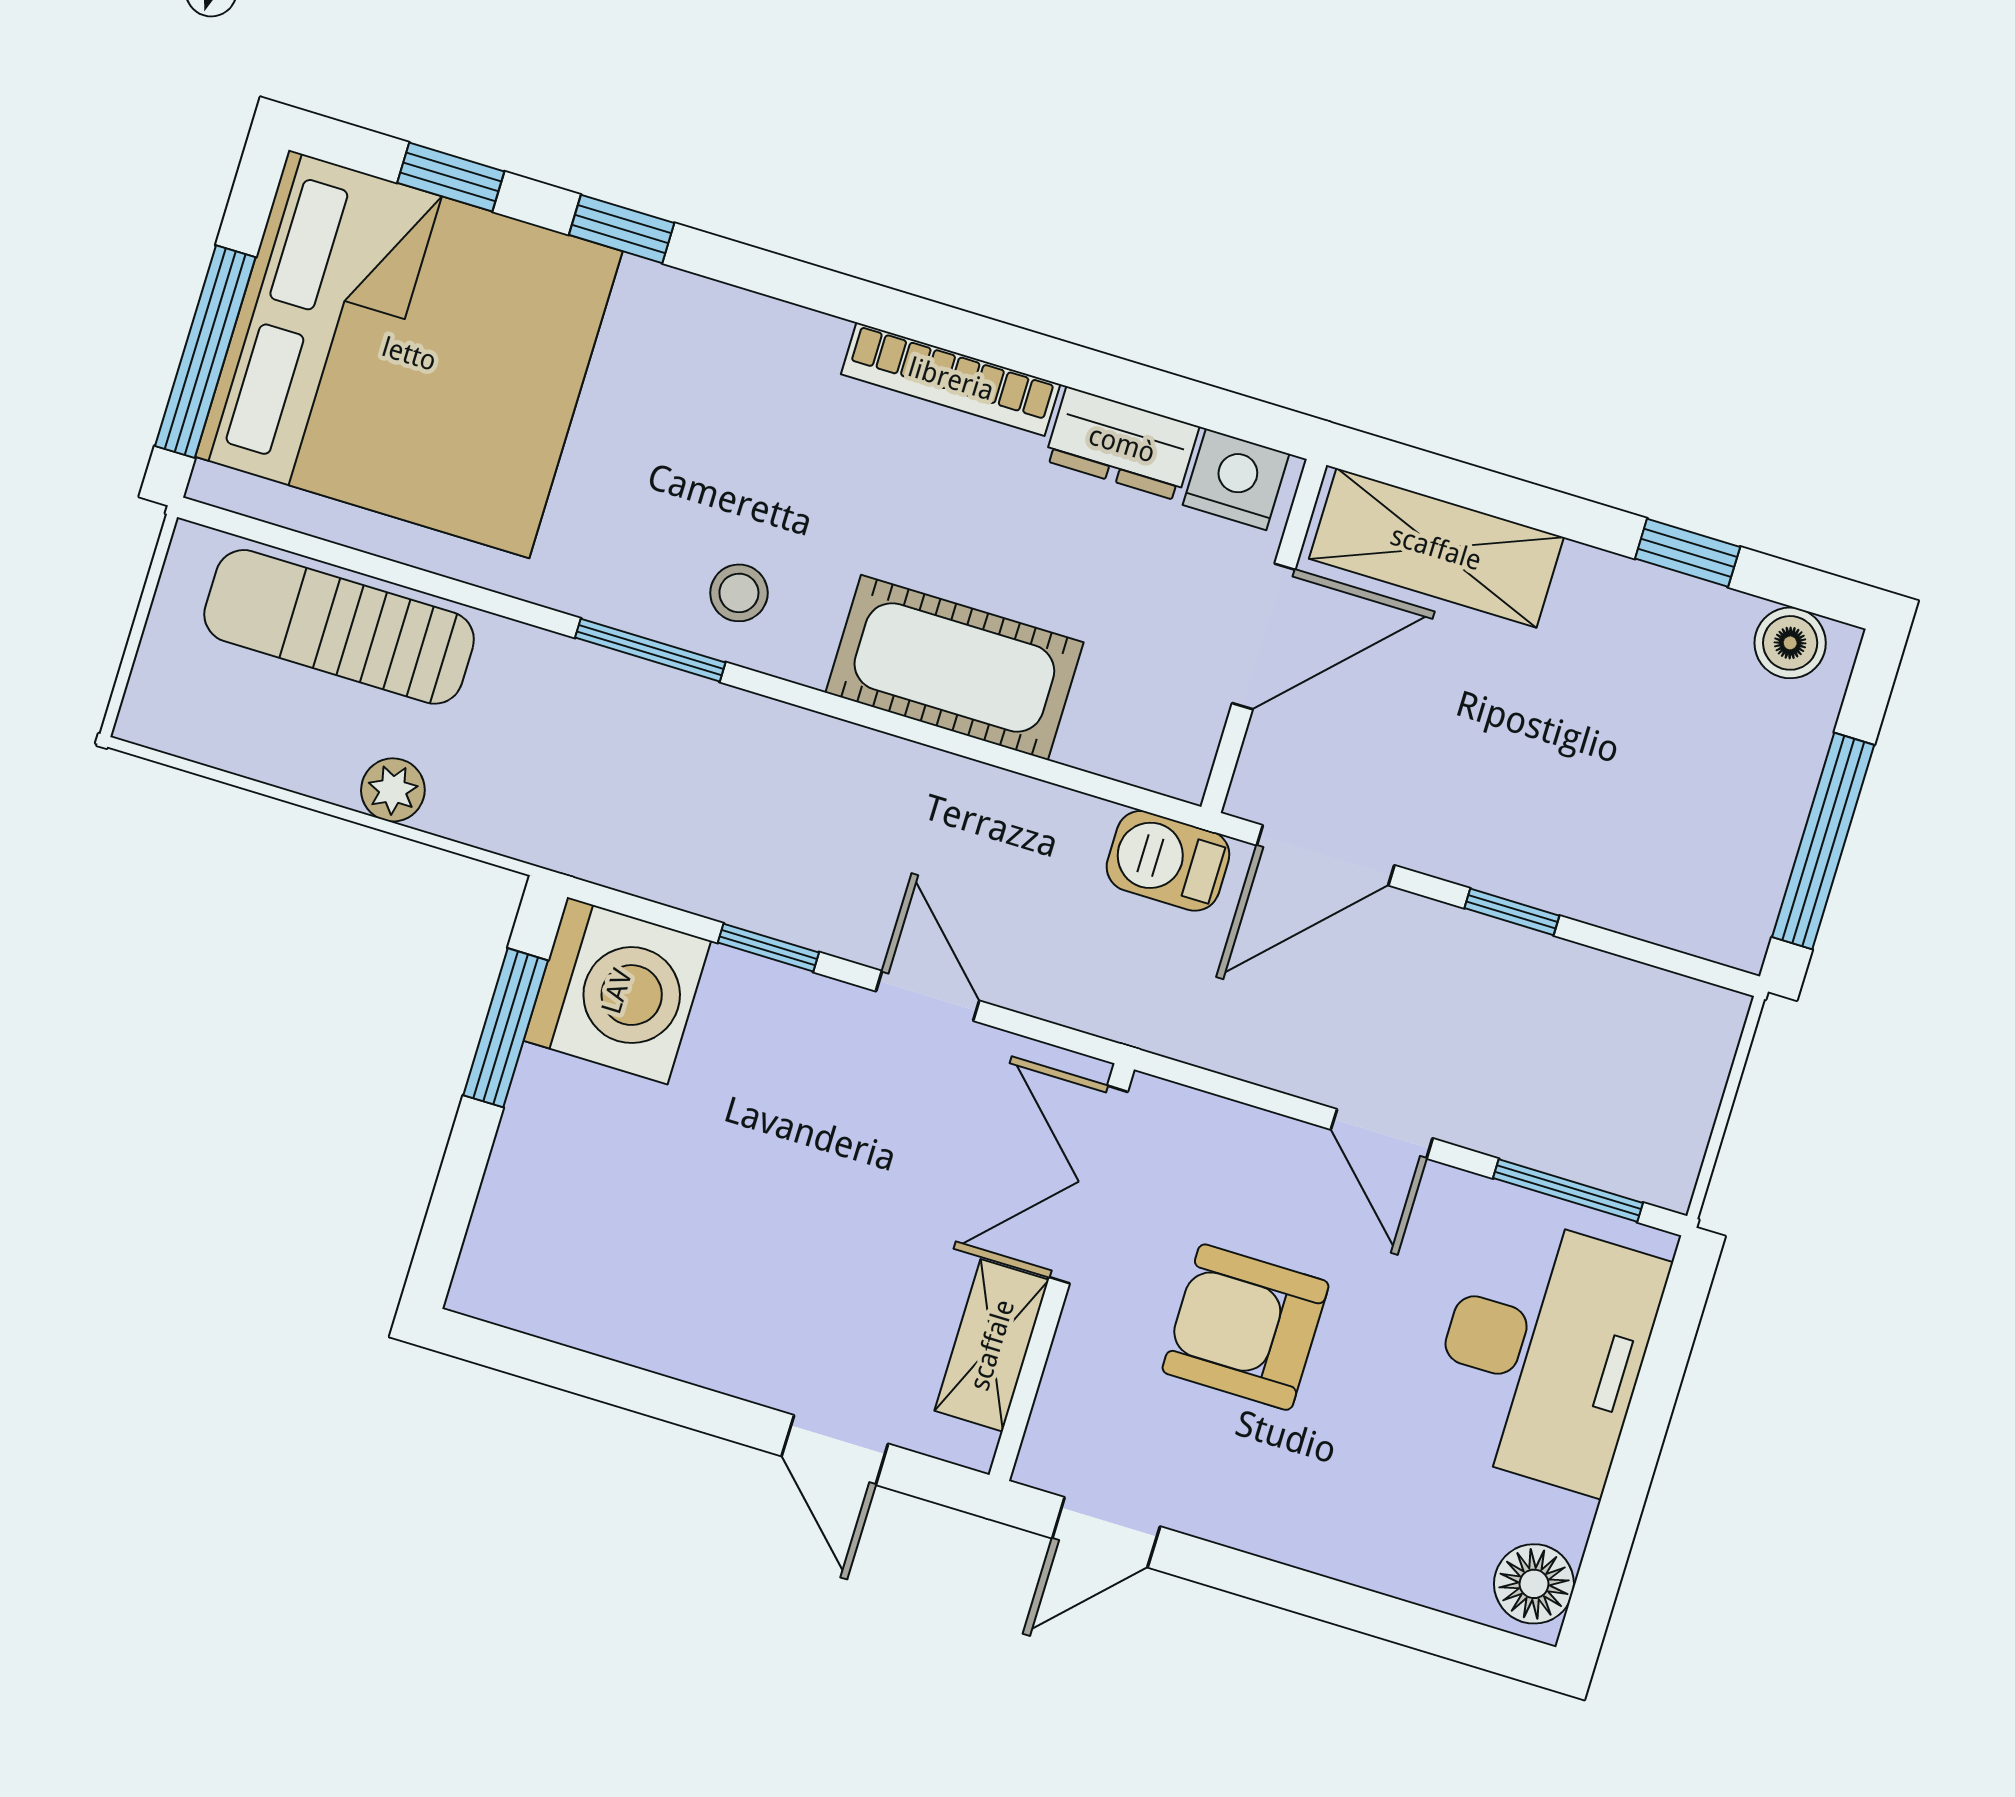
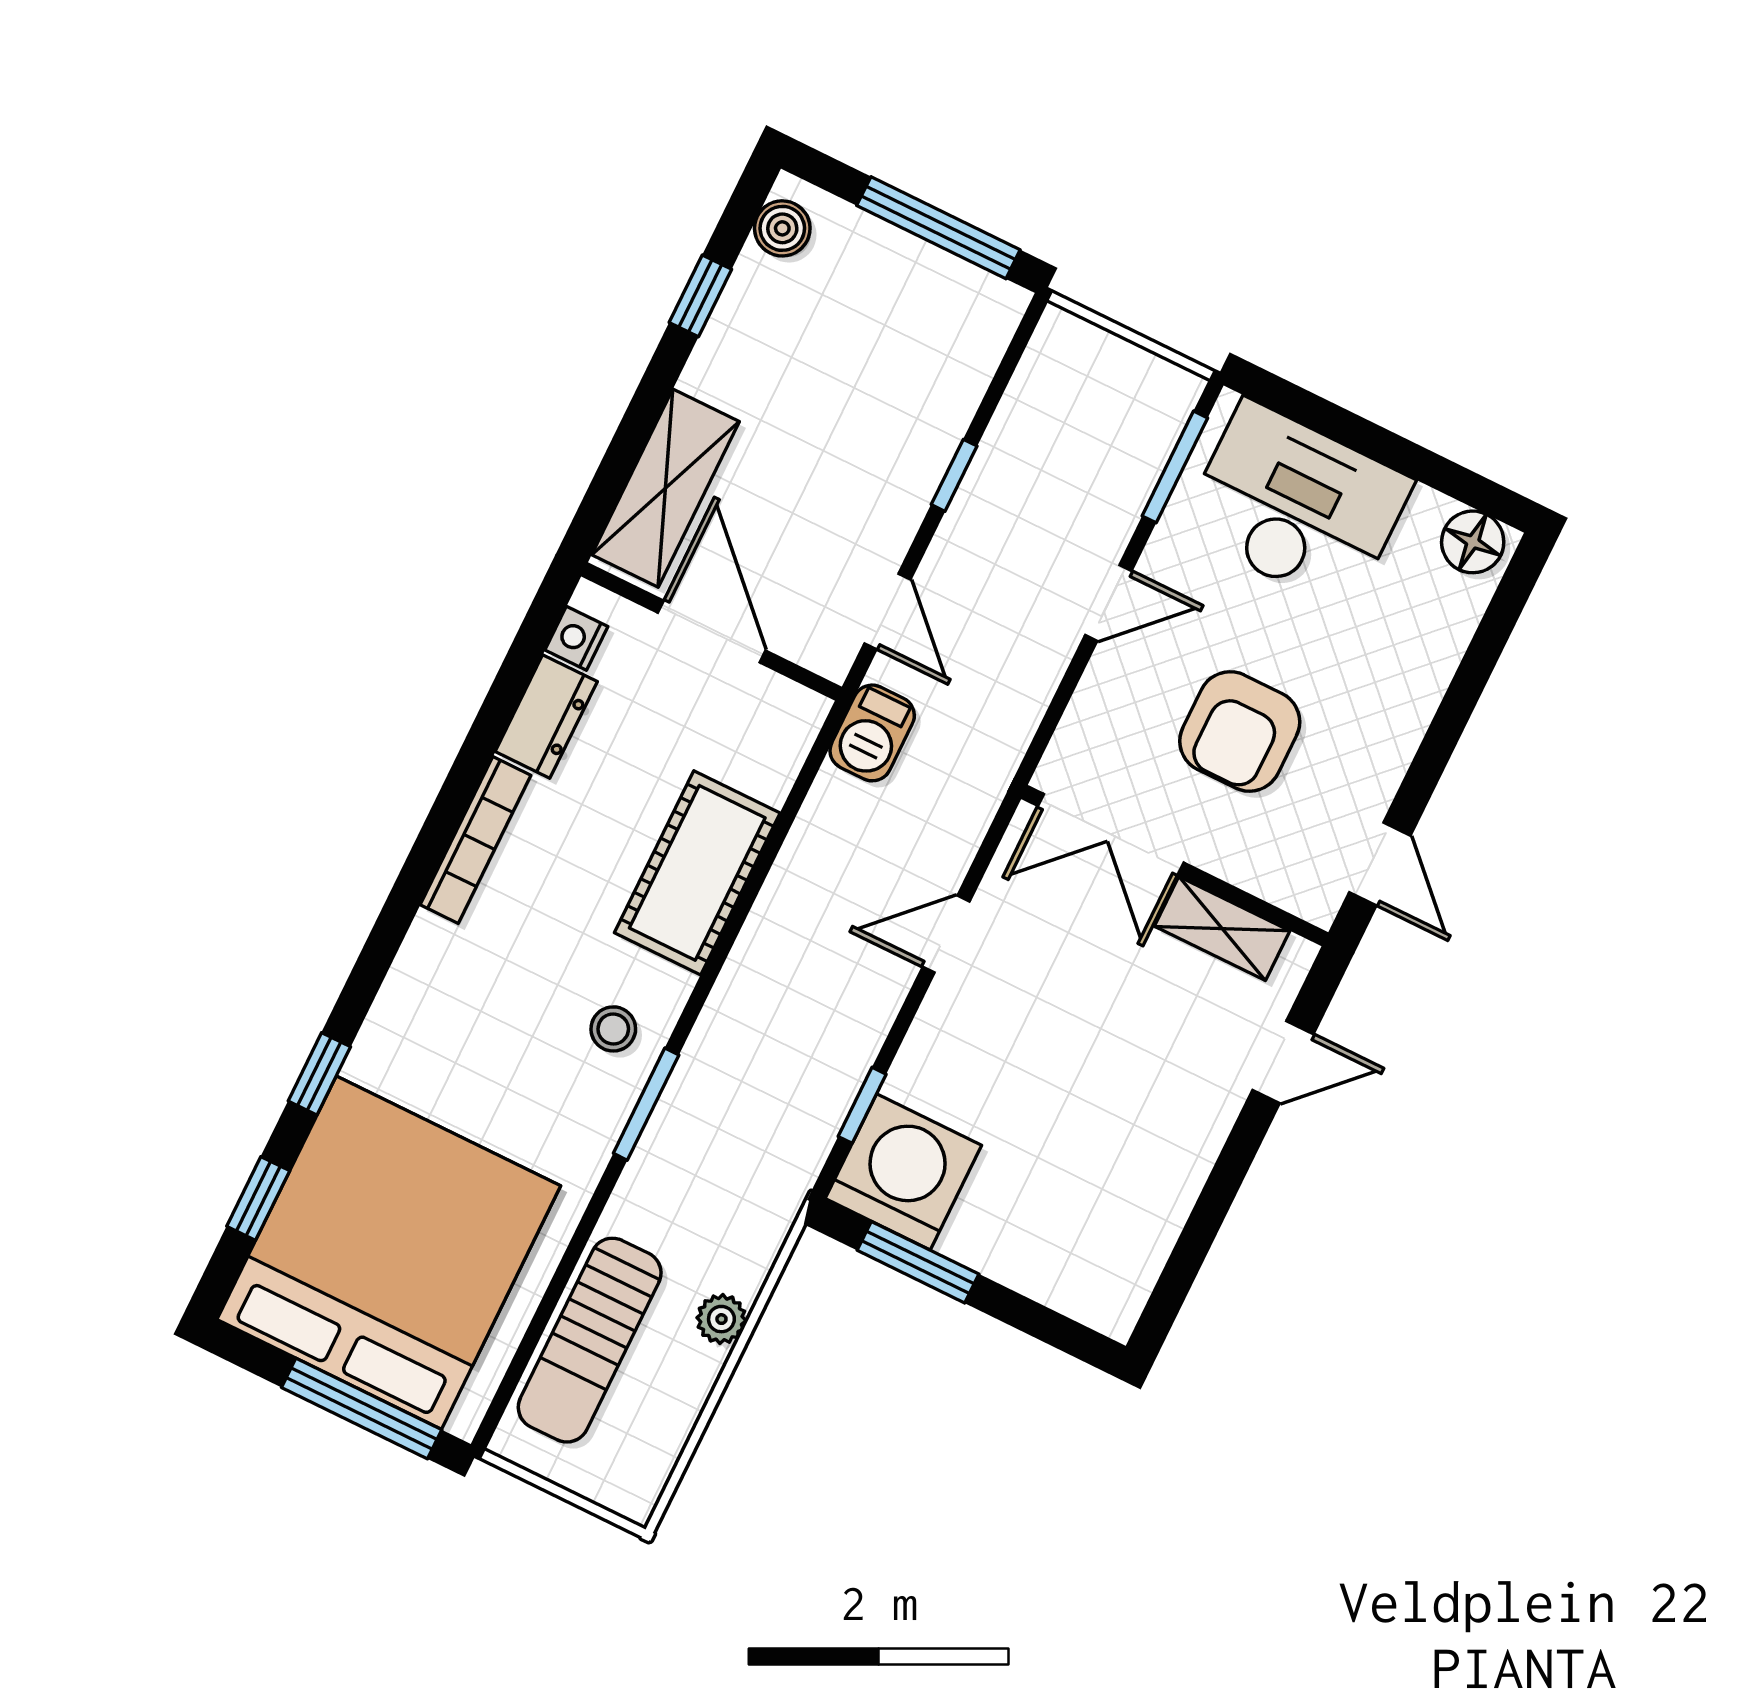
nightstand: (1236, 479) -> (576, 638), width x0.72, depth x0.74
door: (1325, 855) -> (888, 611), width x0.73
window: (768, 948) -> (862, 1105), moved

